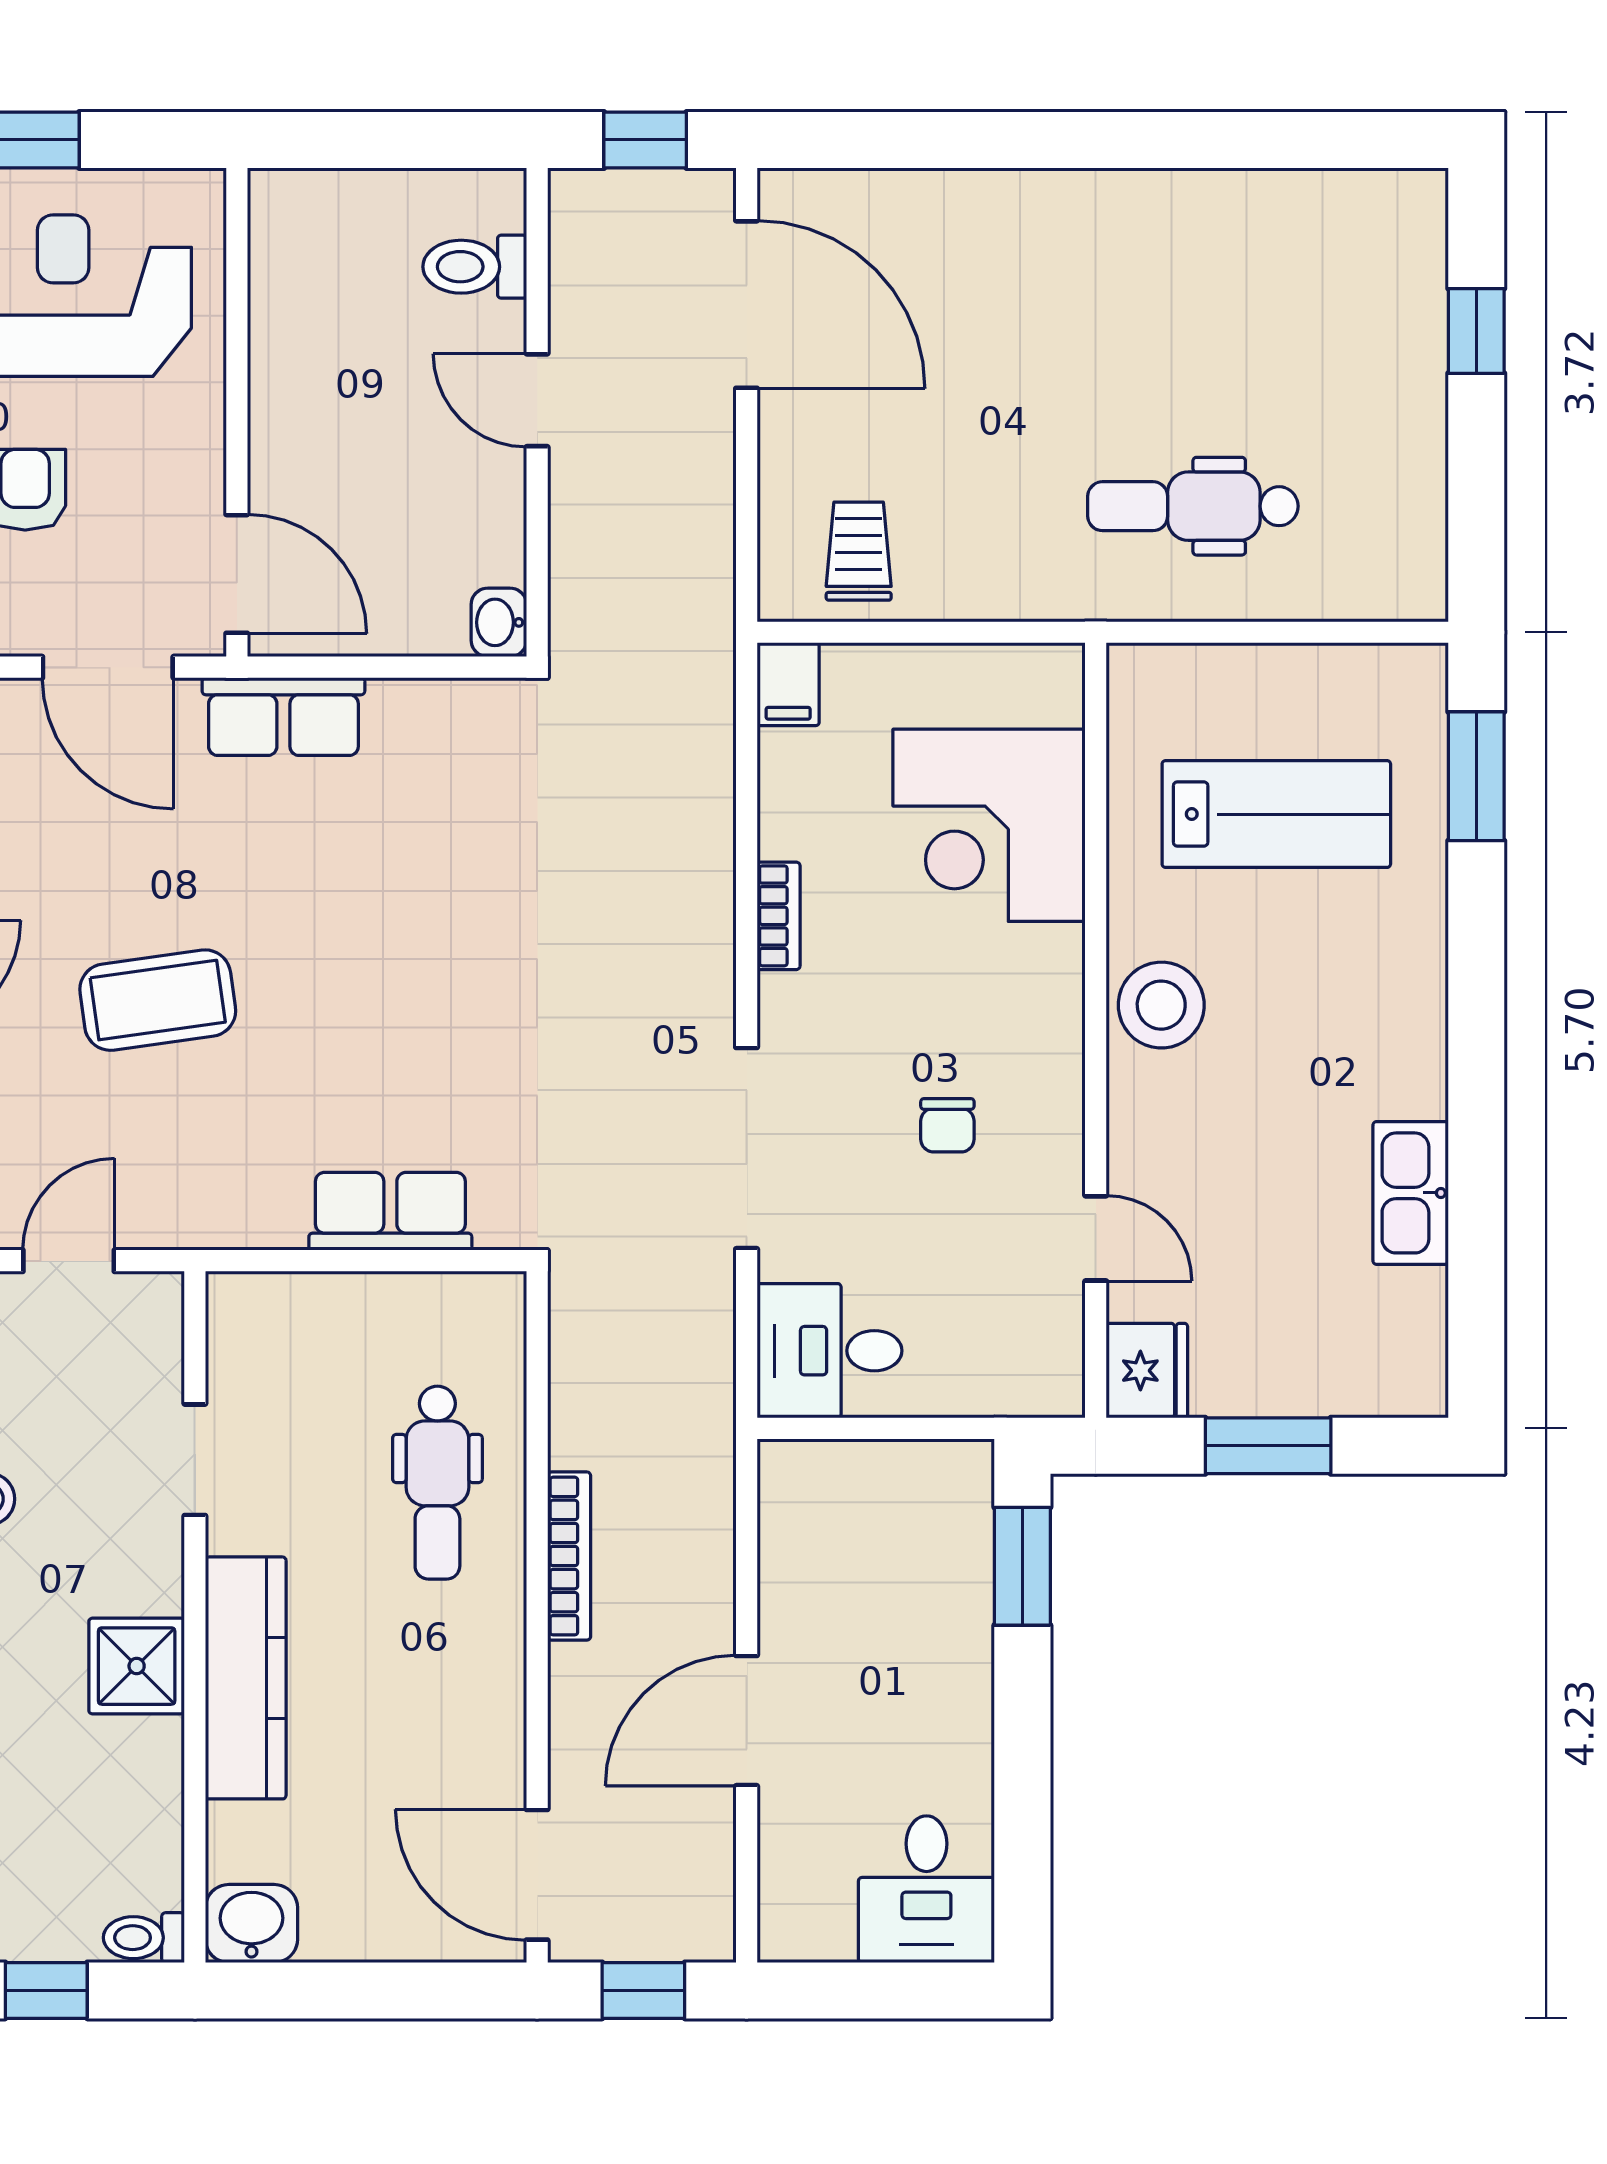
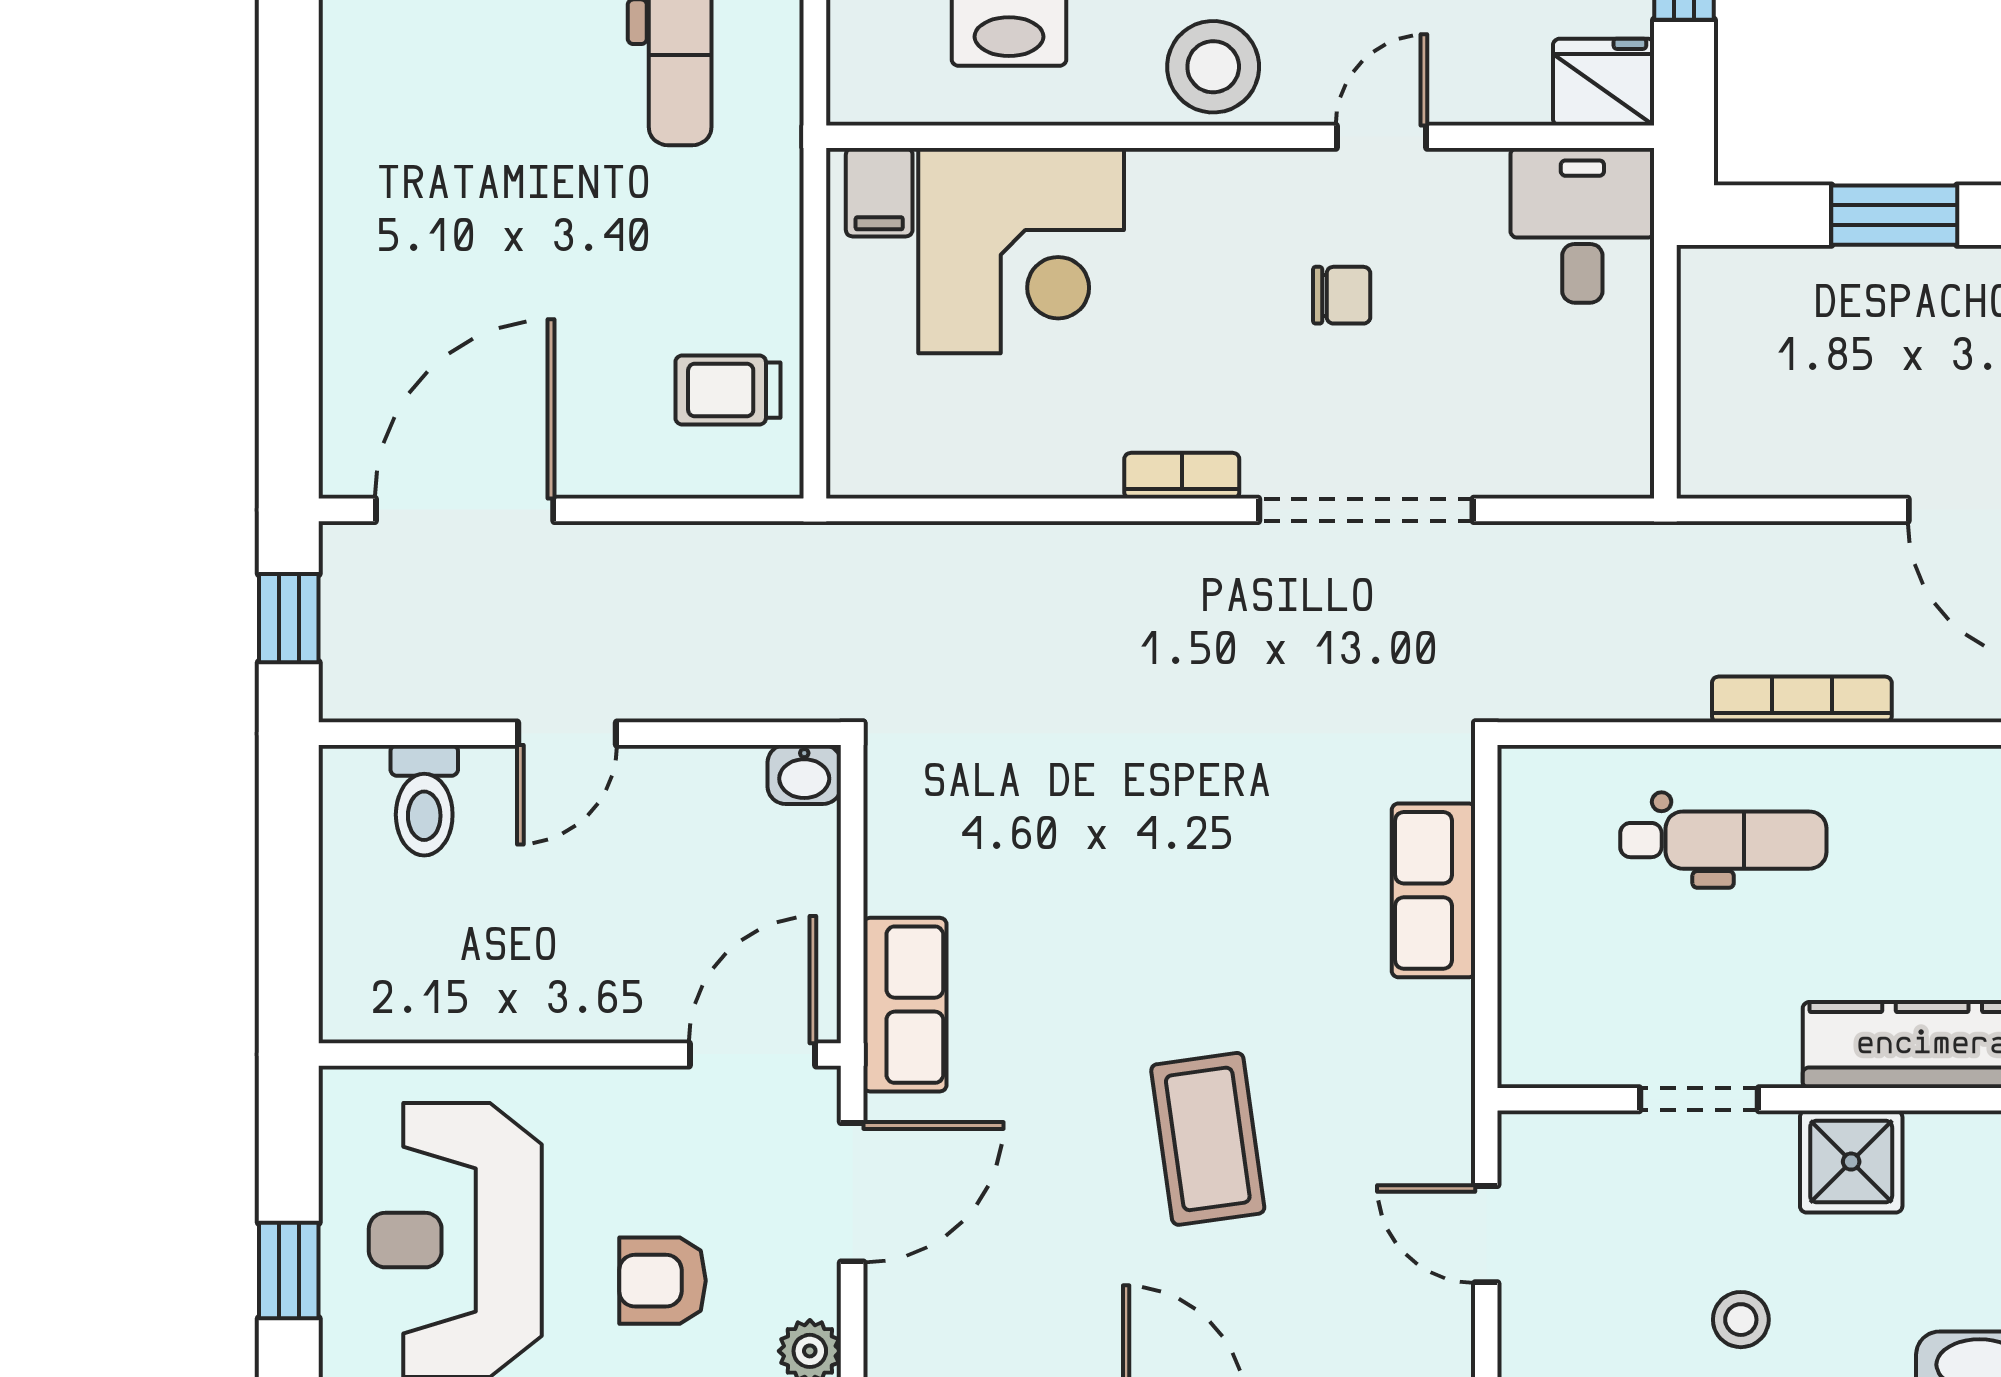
filing cabinet: (788, 684) -> (879, 192), moved, turned 90
bookcase: (779, 916) -> (1182, 476), moved
door: (1096, 1238) -> (1382, 137), moved
desk: (829, 1351) -> (1582, 225), moved, turned 180
window: (1022, 1566) -> (1894, 215), moved
shower: (137, 1666) -> (1851, 1162), moved

